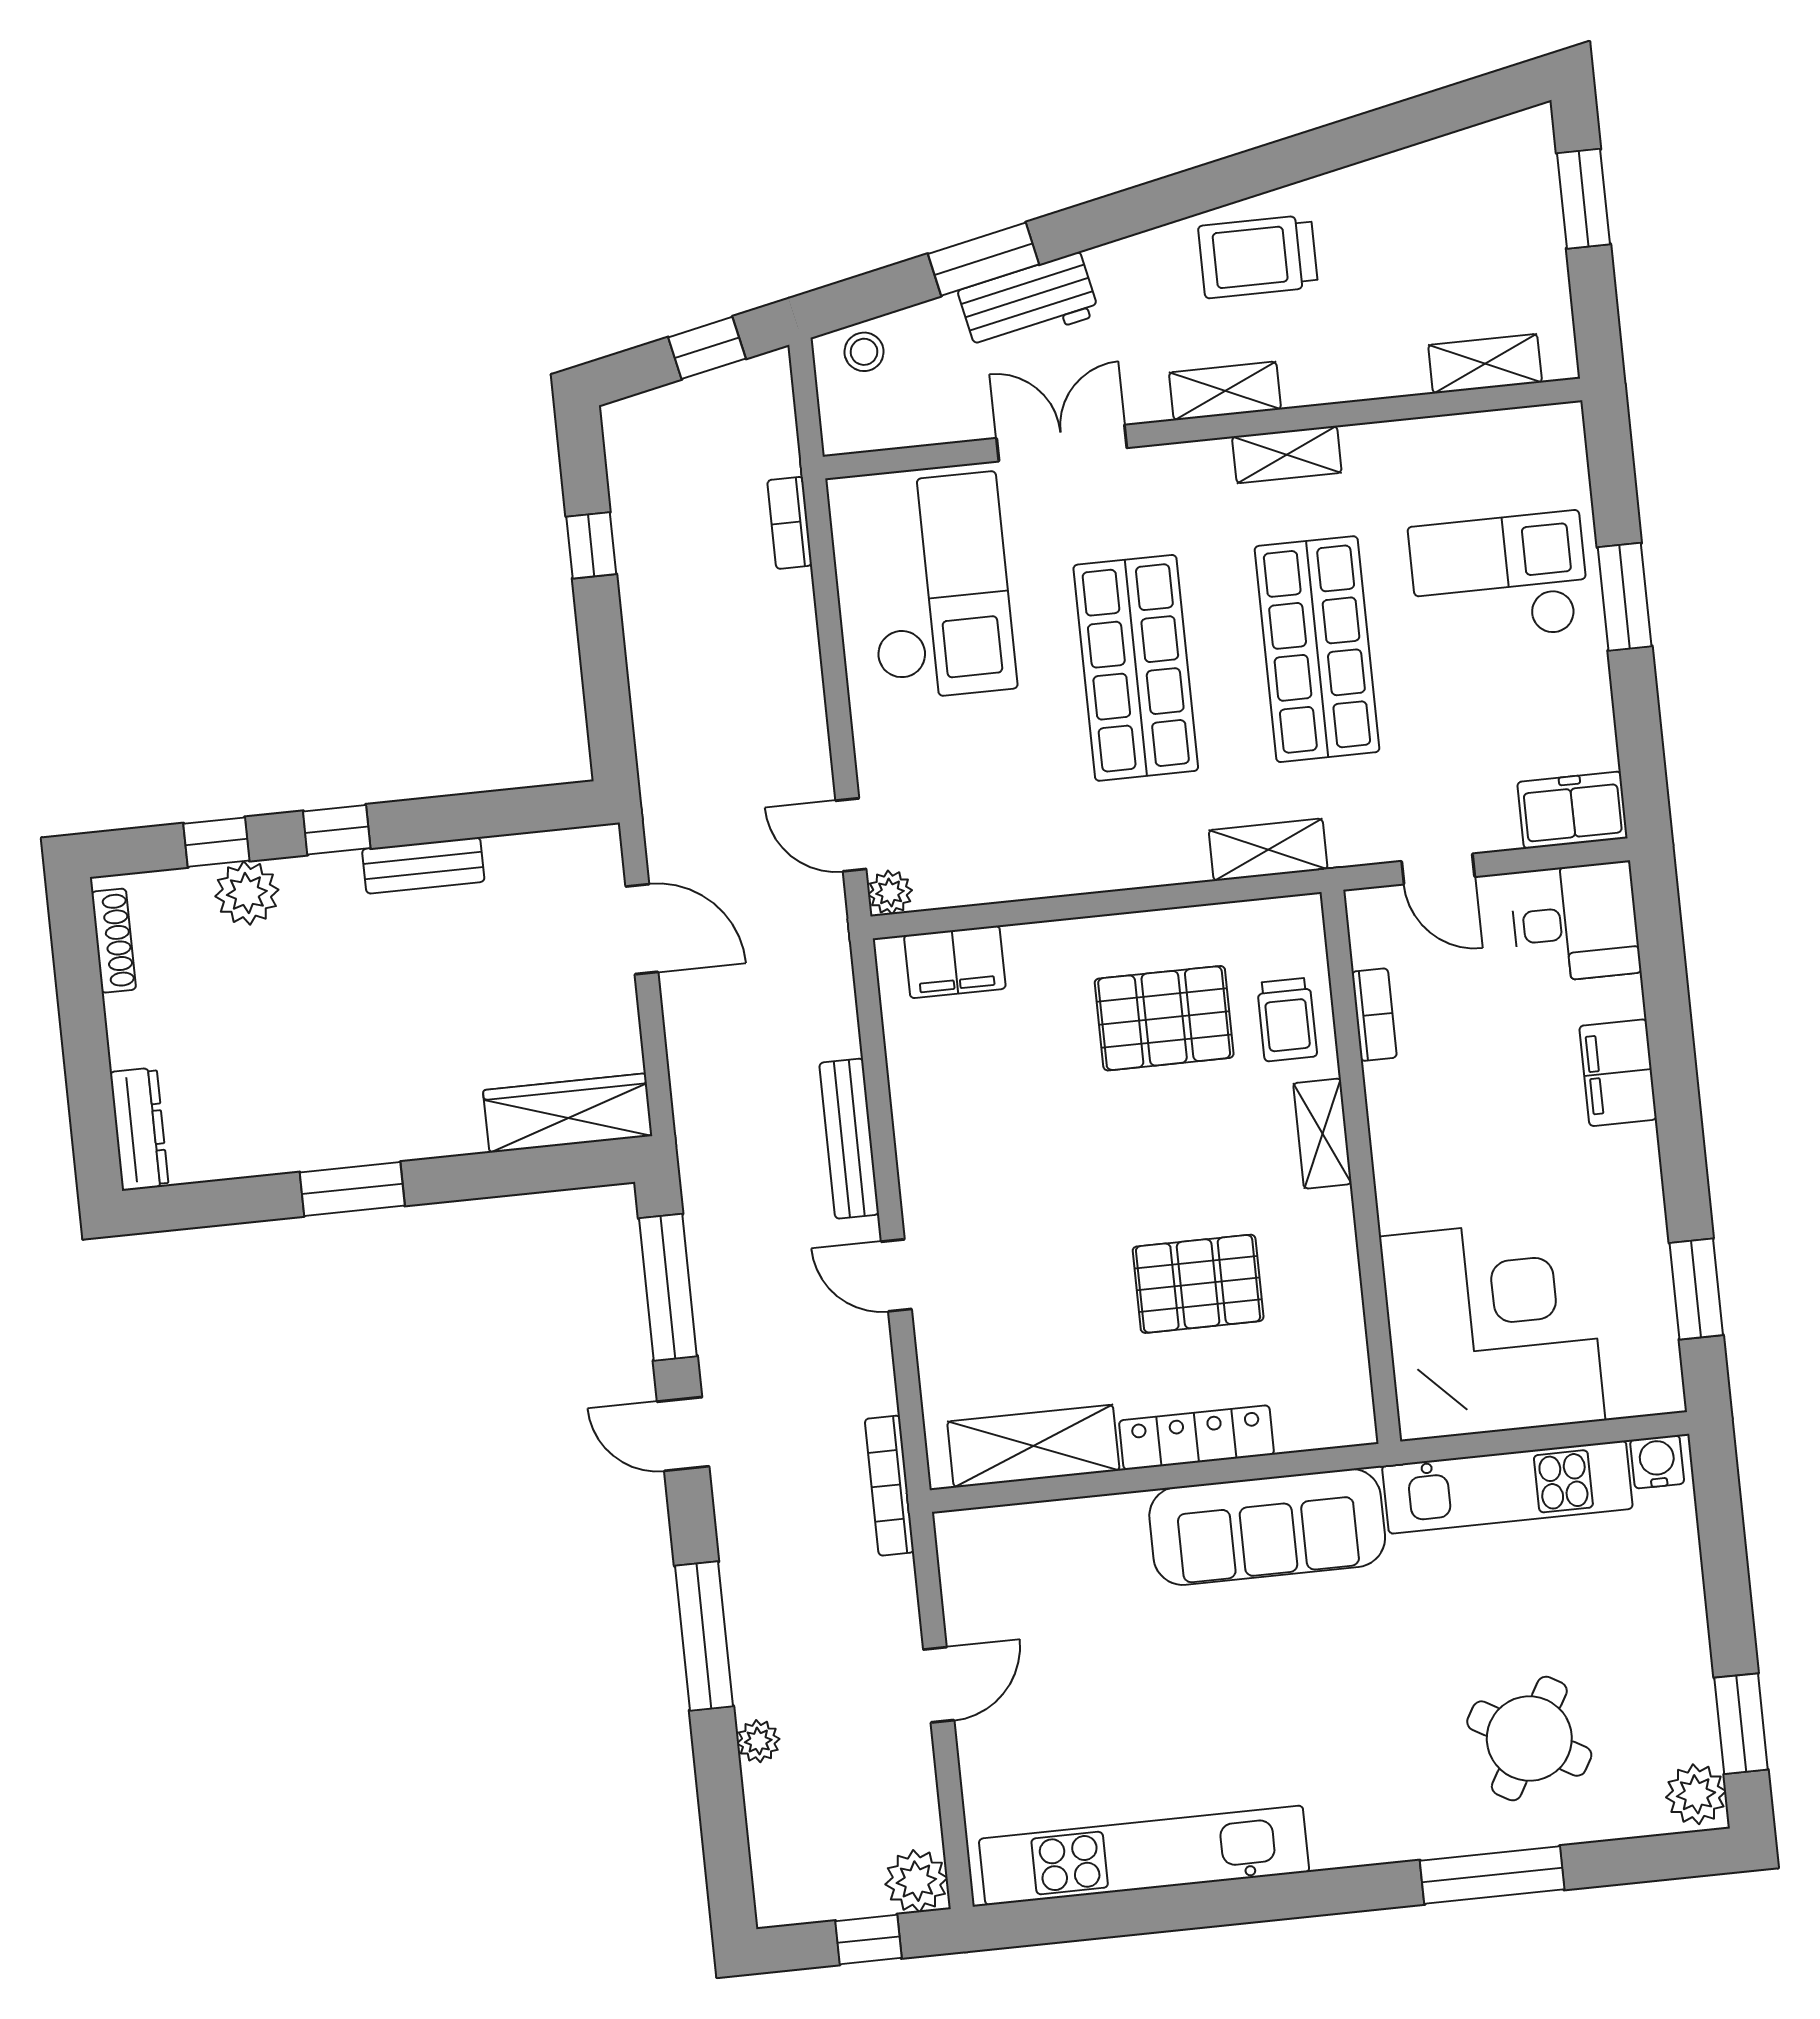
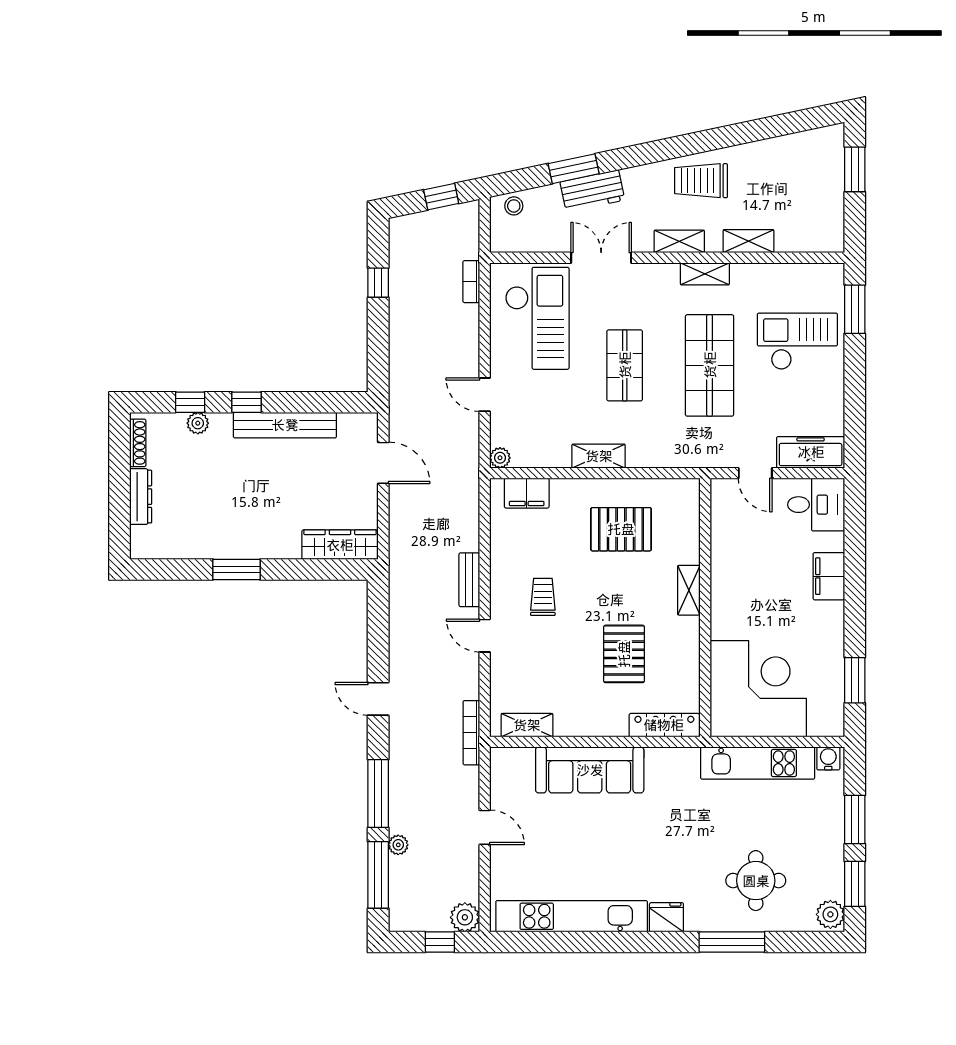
shelving: (1485, 364) -> (749, 241), moved
window: (1625, 597) -> (855, 309), moved
shop shelf: (1136, 668) -> (625, 365), width x0.70, depth x0.74
freezer: (1572, 810) -> (811, 452), width x1.40
door: (851, 835) -> (485, 395), moved
shelving: (1268, 850) -> (599, 456), moved
bench: (423, 865) -> (285, 425), width x1.86, depth x1.21
plant: (247, 893) -> (198, 423), width x0.73, depth x0.73
bookcase: (1374, 1015) -> (719, 538), removed
trolley: (1287, 1020) -> (543, 597), moved, turned 180
dresser: (139, 1129) -> (141, 497), moved
bench: (849, 1139) -> (469, 580), width x0.73
pallet: (1198, 1284) -> (624, 654), turned 90
window: (668, 1287) -> (378, 875), moved
locker: (1196, 1438) -> (664, 725), moved
shelving: (1033, 1446) -> (527, 725), width x0.67, depth x0.75
sofa: (1267, 1527) -> (590, 770), moved
window: (1727, 1586) -> (855, 820), added
door: (939, 1685) -> (485, 827), hinge flipped
round table: (1529, 1739) -> (756, 881), turned -30
fridge: (1347, 1837) -> (666, 917), added

